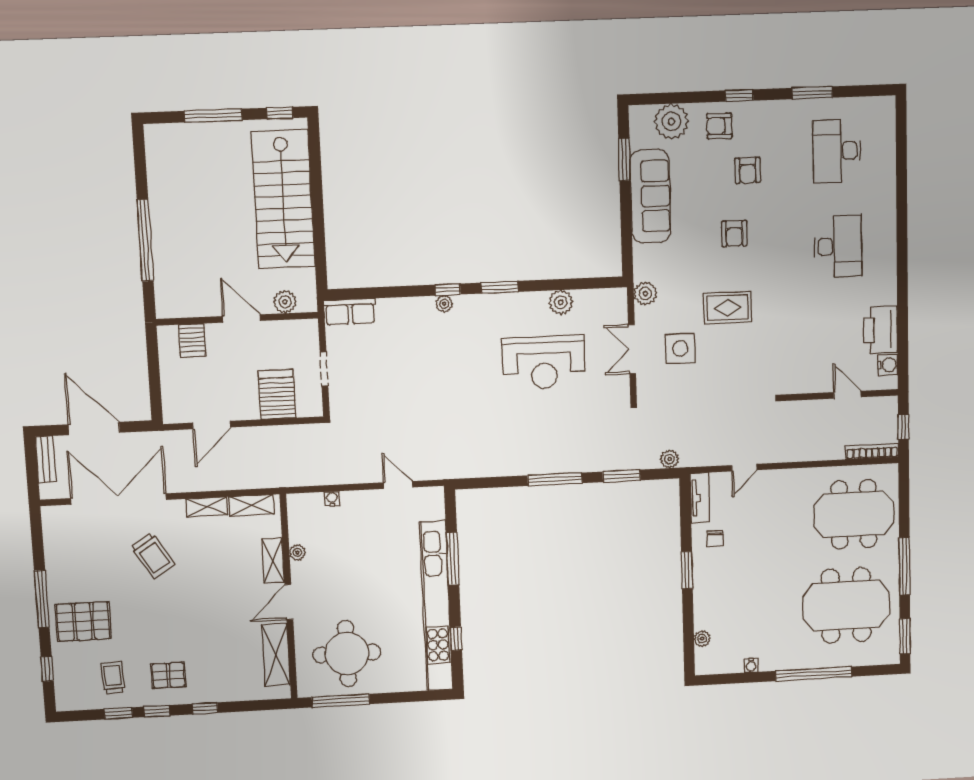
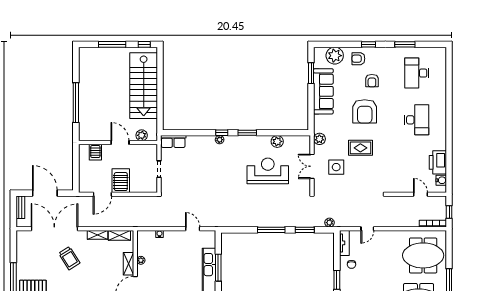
armchair: (734, 234) -> (365, 111), width x1.88, depth x1.88
reception desk: (544, 362) -> (268, 171), turned 180
server rack: (277, 394) -> (121, 181), moved

